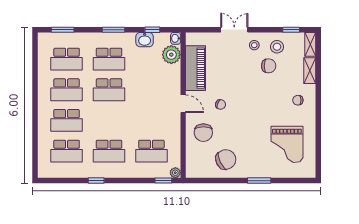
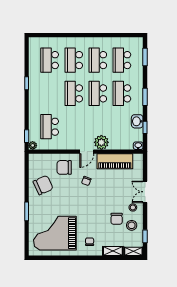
double door: (234, 30) -> (145, 192), swing flipped
plant: (171, 55) -> (101, 142), moved
grand piano: (287, 144) -> (55, 233), width x1.37, depth x1.48
school desk: (109, 151) -> (74, 93), moved
chair: (226, 159) -> (43, 185), turned -89

